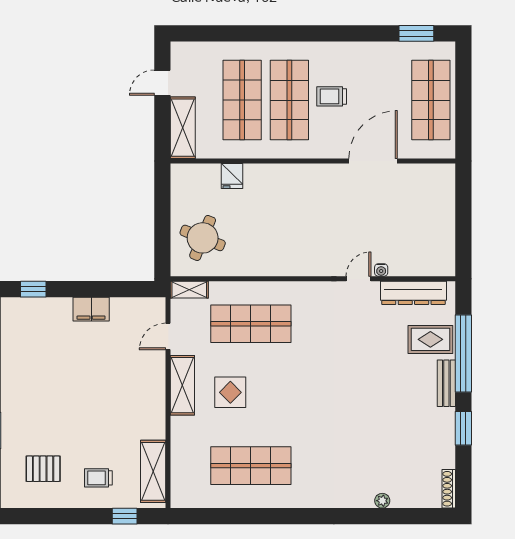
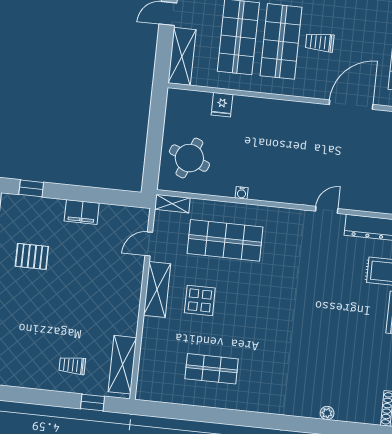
water cooler: (381, 270) -> (242, 193), moved
shop shelf: (251, 466) -> (212, 369), width x0.70, depth x0.74
pallet: (43, 469) -> (32, 256), moved

